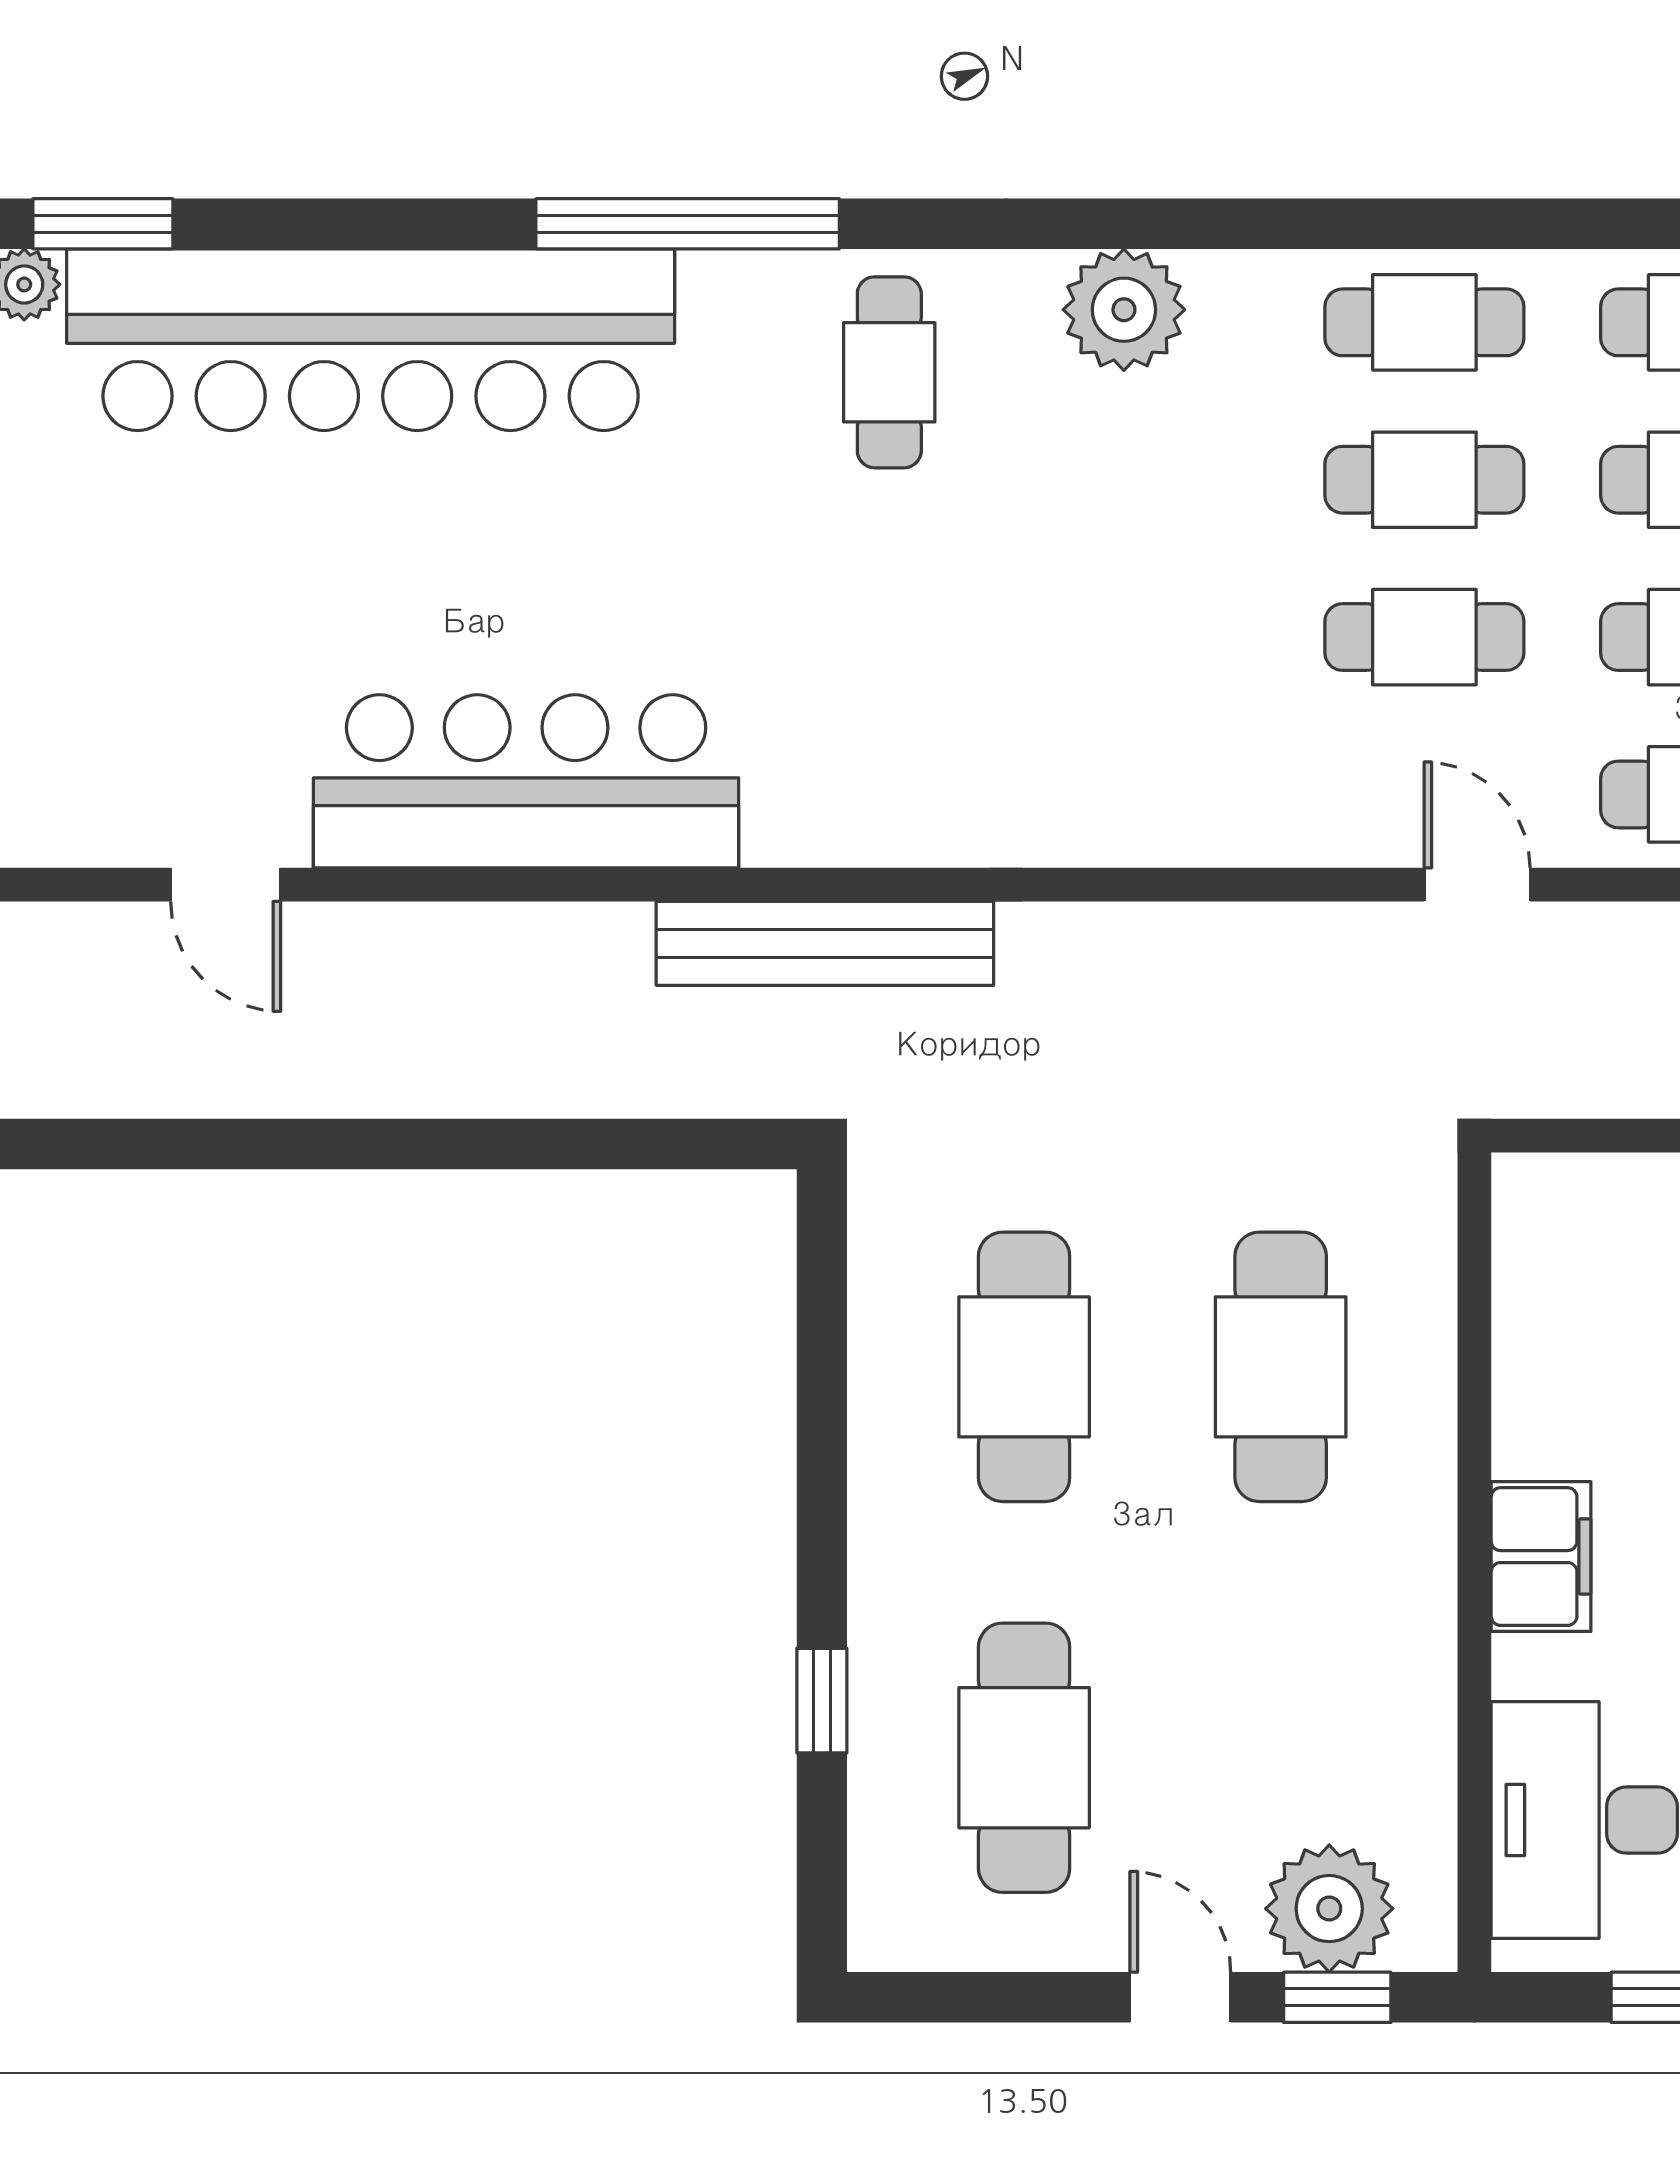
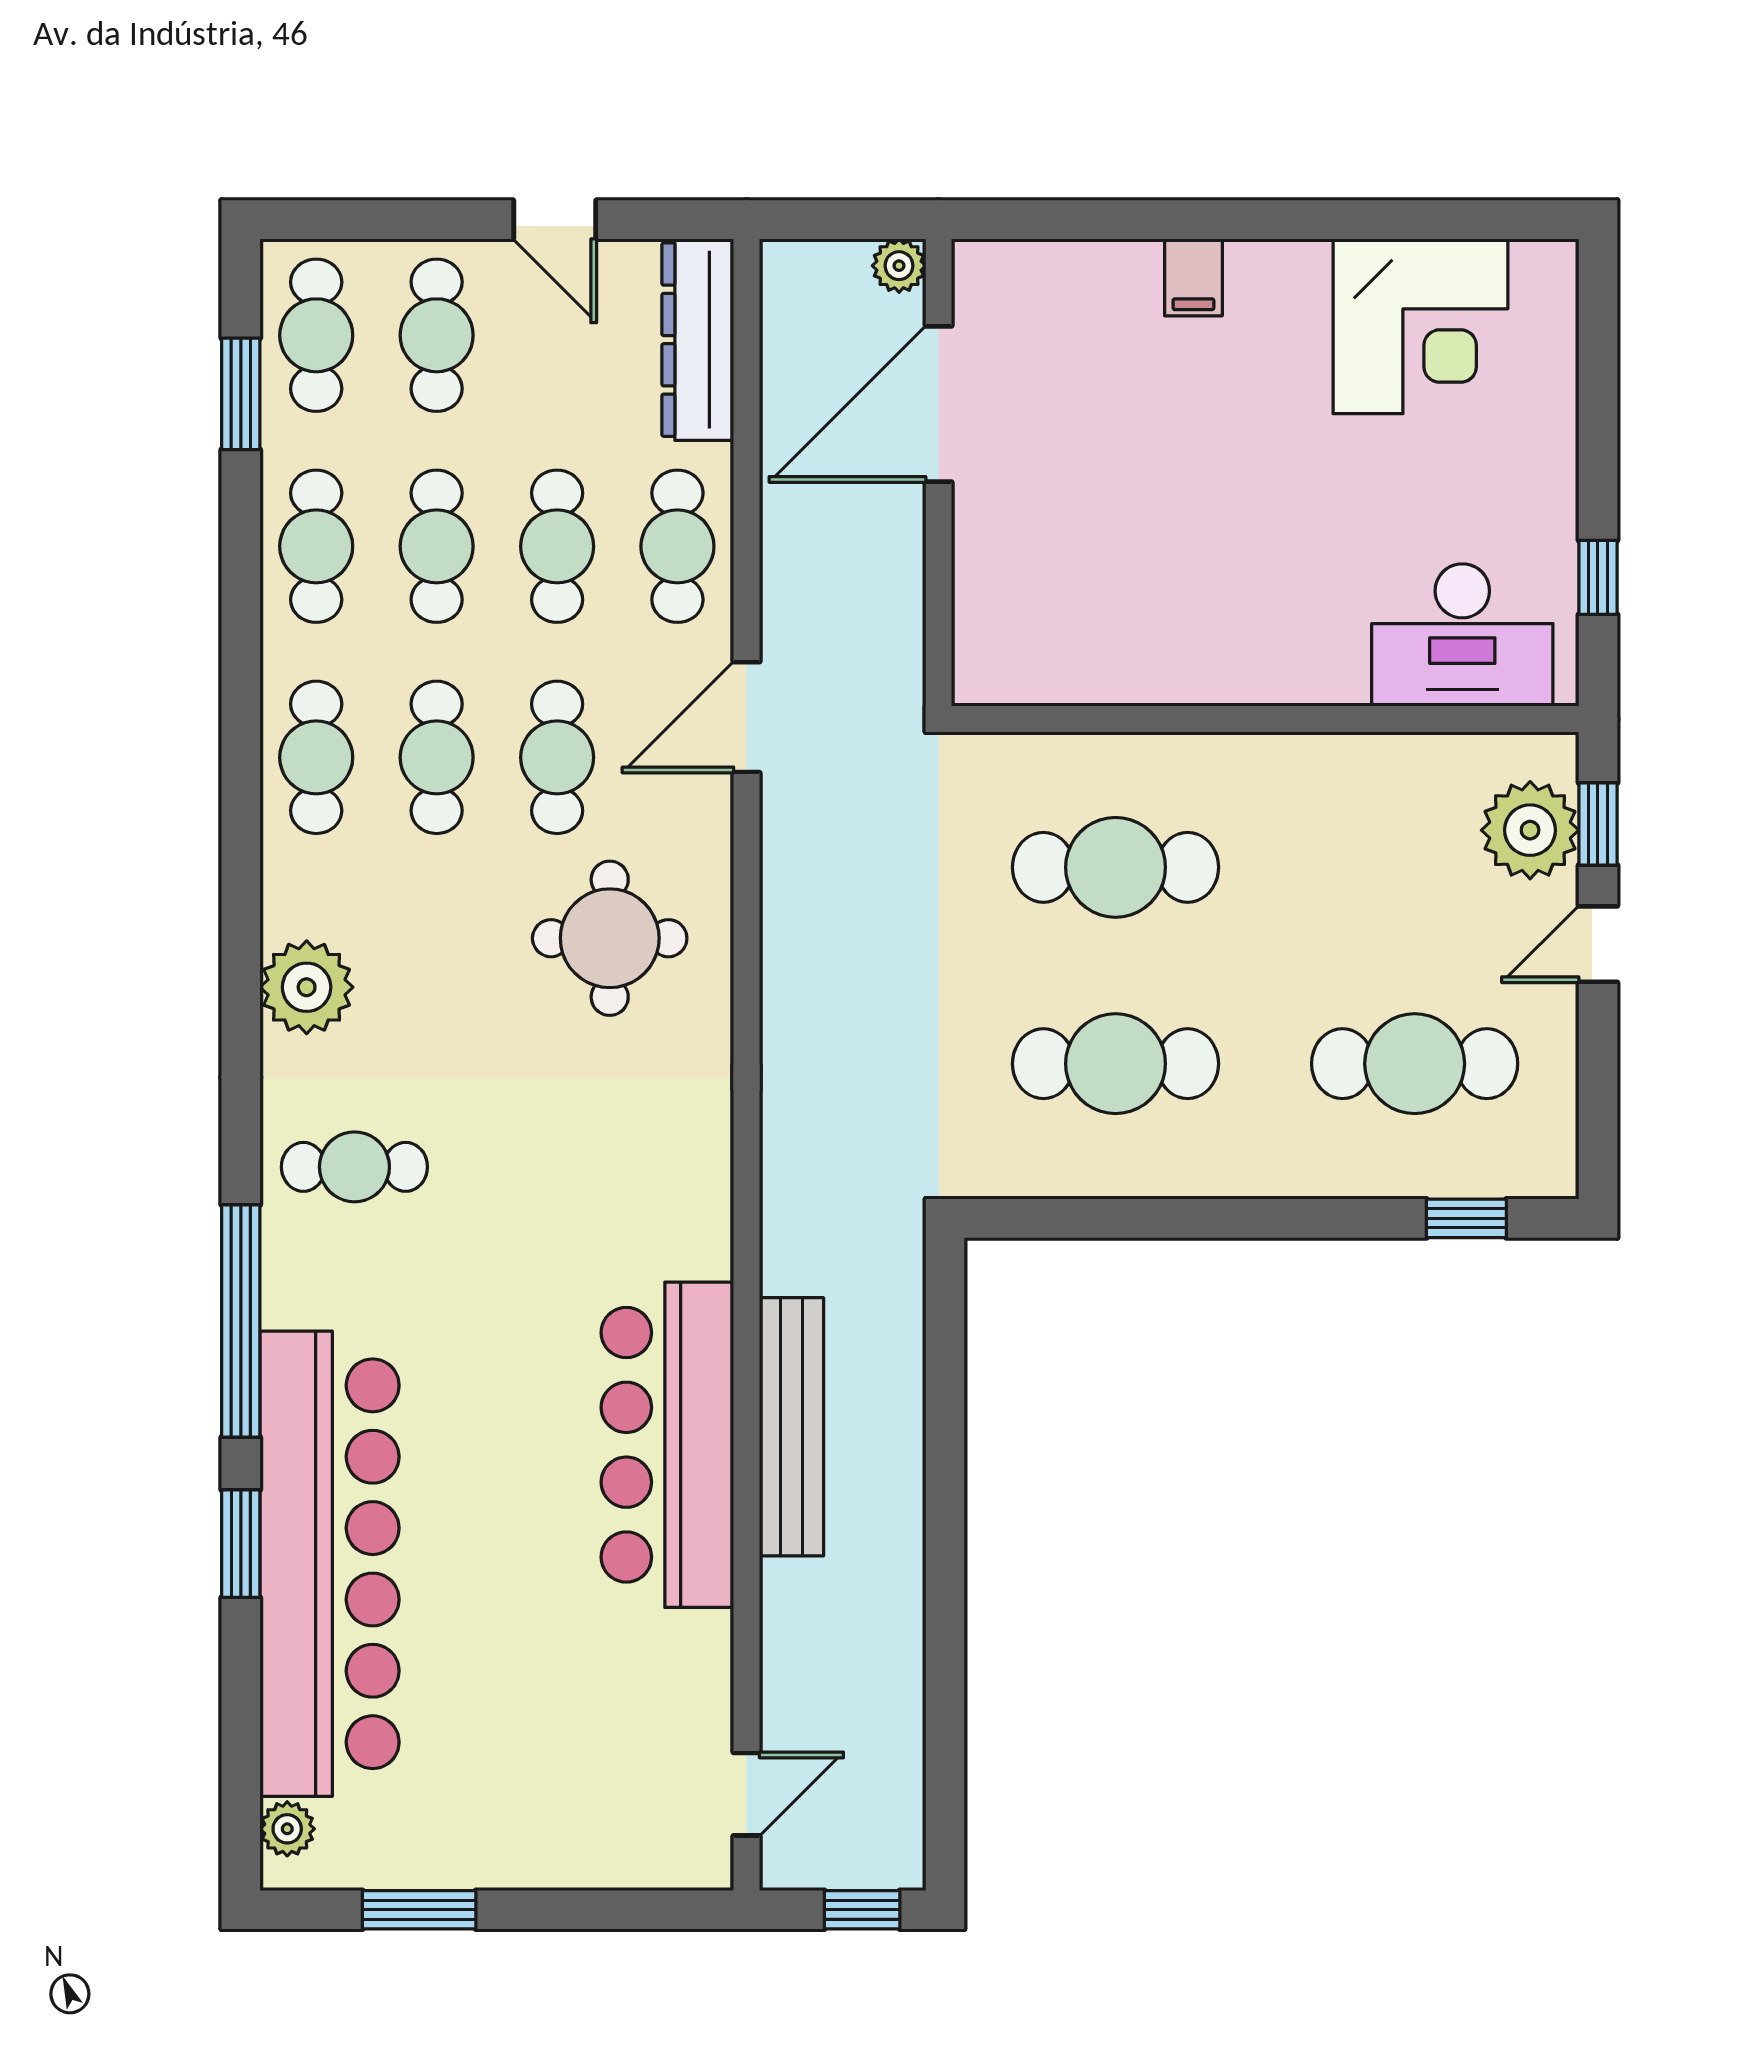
window: (103, 224) -> (241, 1544), moved
round table: (1188, 706) -> (610, 938), added
door: (226, 885) -> (747, 1794), moved
door: (1477, 885) -> (747, 717), width x1.38
bench: (825, 943) -> (791, 1427), moved
filing cabinet: (1541, 1557) -> (1261, 668), removed
window: (822, 1701) -> (1466, 1218), moved

